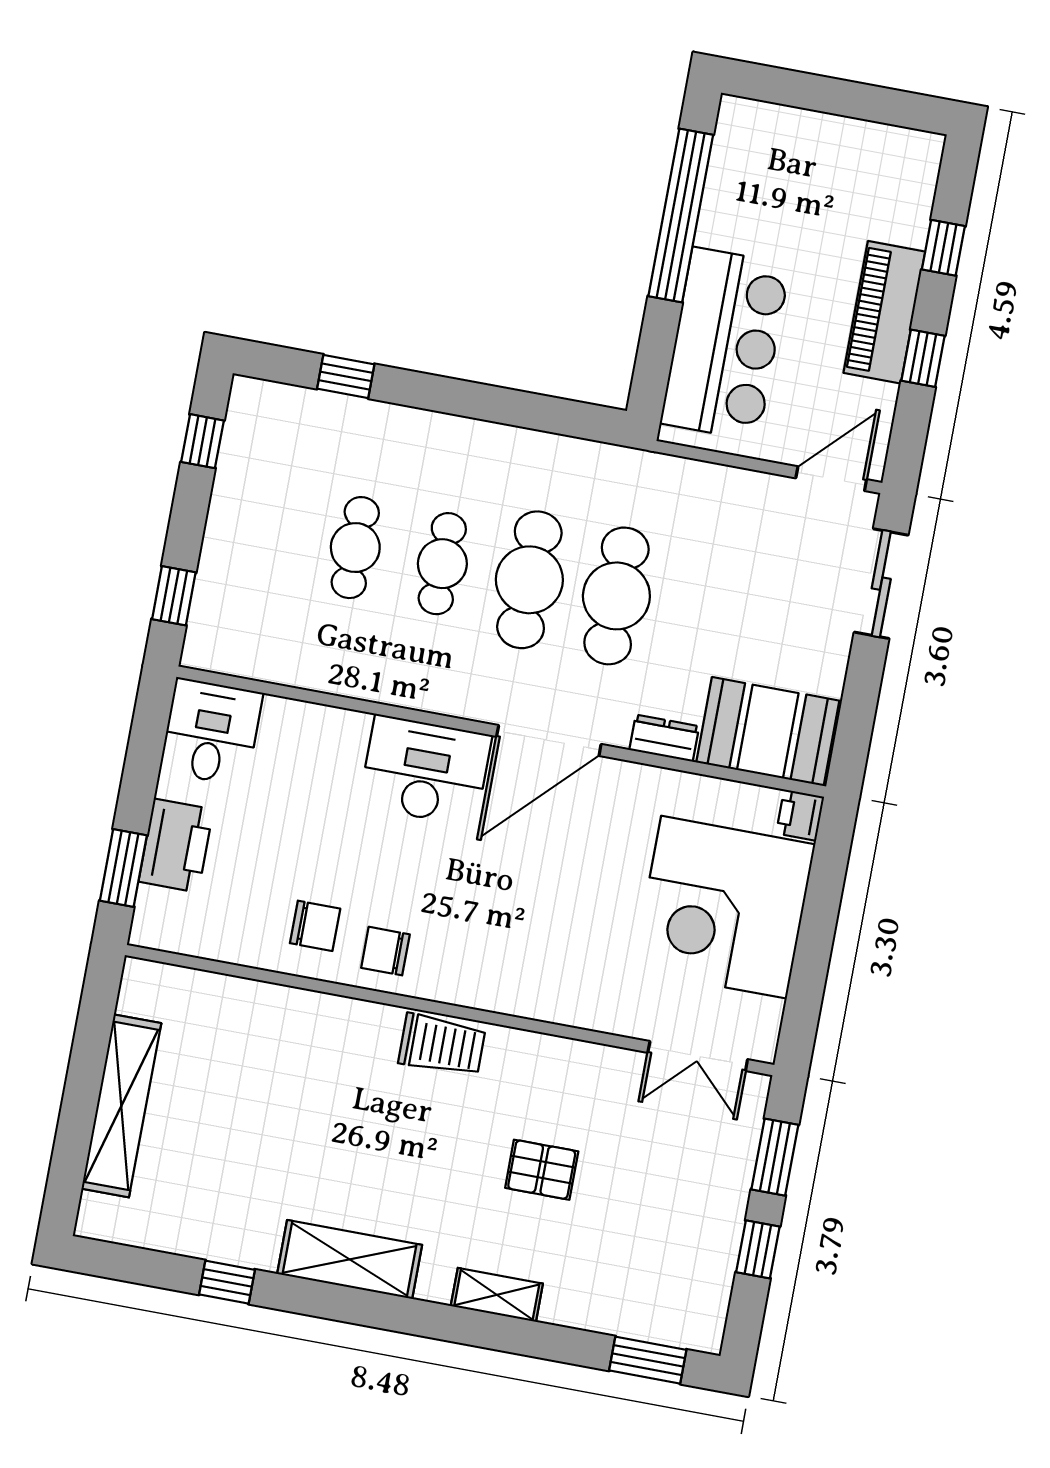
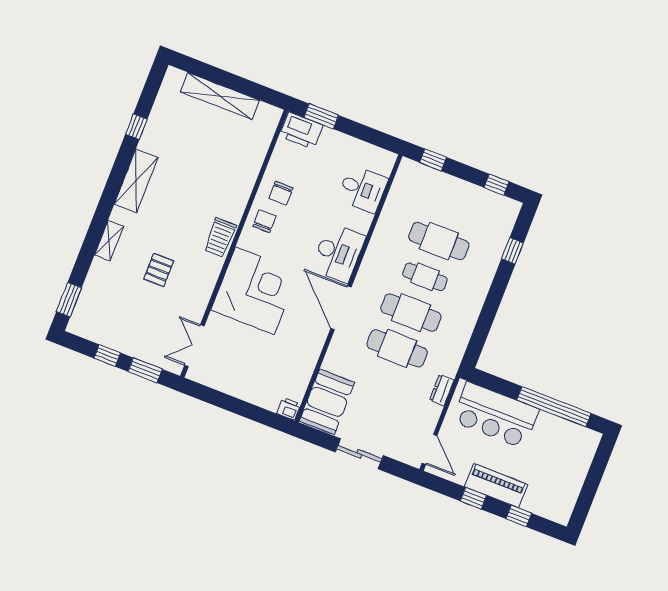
cafe table: (355, 548) -> (439, 241), width x1.37, depth x1.35
sliding door: (881, 584) -> (359, 454), moved
desk: (211, 732) -> (363, 189), moved
dresser: (664, 738) -> (442, 390), moved, turned 180
printer: (176, 846) -> (301, 131), moved
corner desk: (724, 907) -> (255, 291), moved, turned 90

